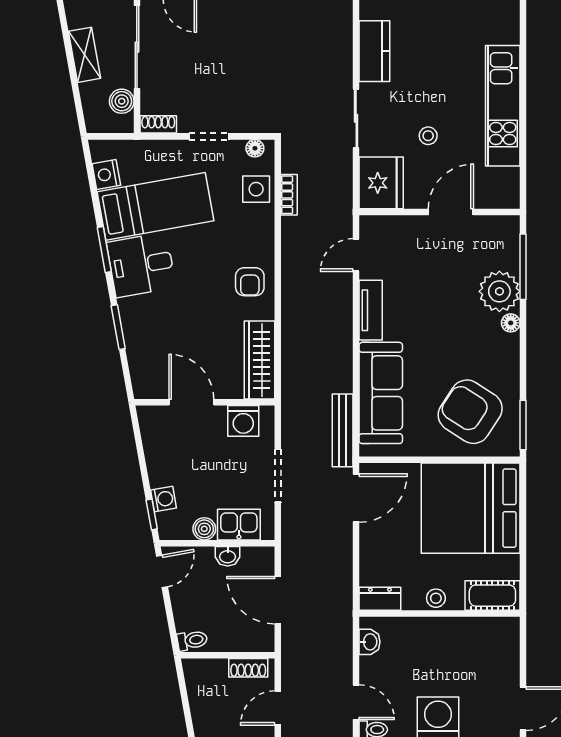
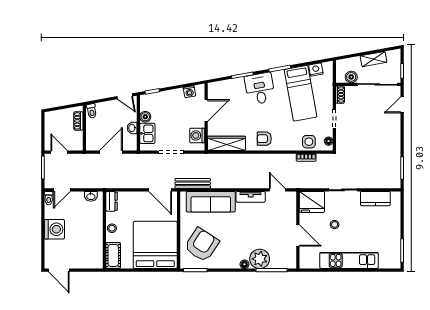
desk: (141, 265) -> (260, 89), moved
washing machine: (163, 499) -> (189, 92), moved
shoe rack: (248, 668) -> (78, 121), moved

